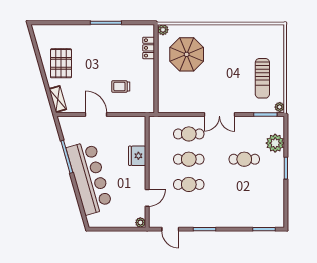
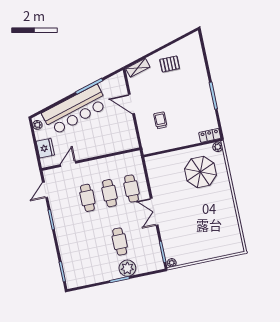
locker: (149, 48) -> (210, 135), moved
pallet: (61, 63) -> (170, 64), width x0.67, depth x0.71
sun lounger: (262, 78) -> (194, 243), removed
door: (96, 114) -> (131, 104), swing flipped
plant: (275, 143) -> (127, 268), moved
fridge: (137, 156) -> (45, 148), moved, turned 90
door: (147, 198) -> (68, 164), swing flipped
plant: (140, 223) -> (37, 125), moved

